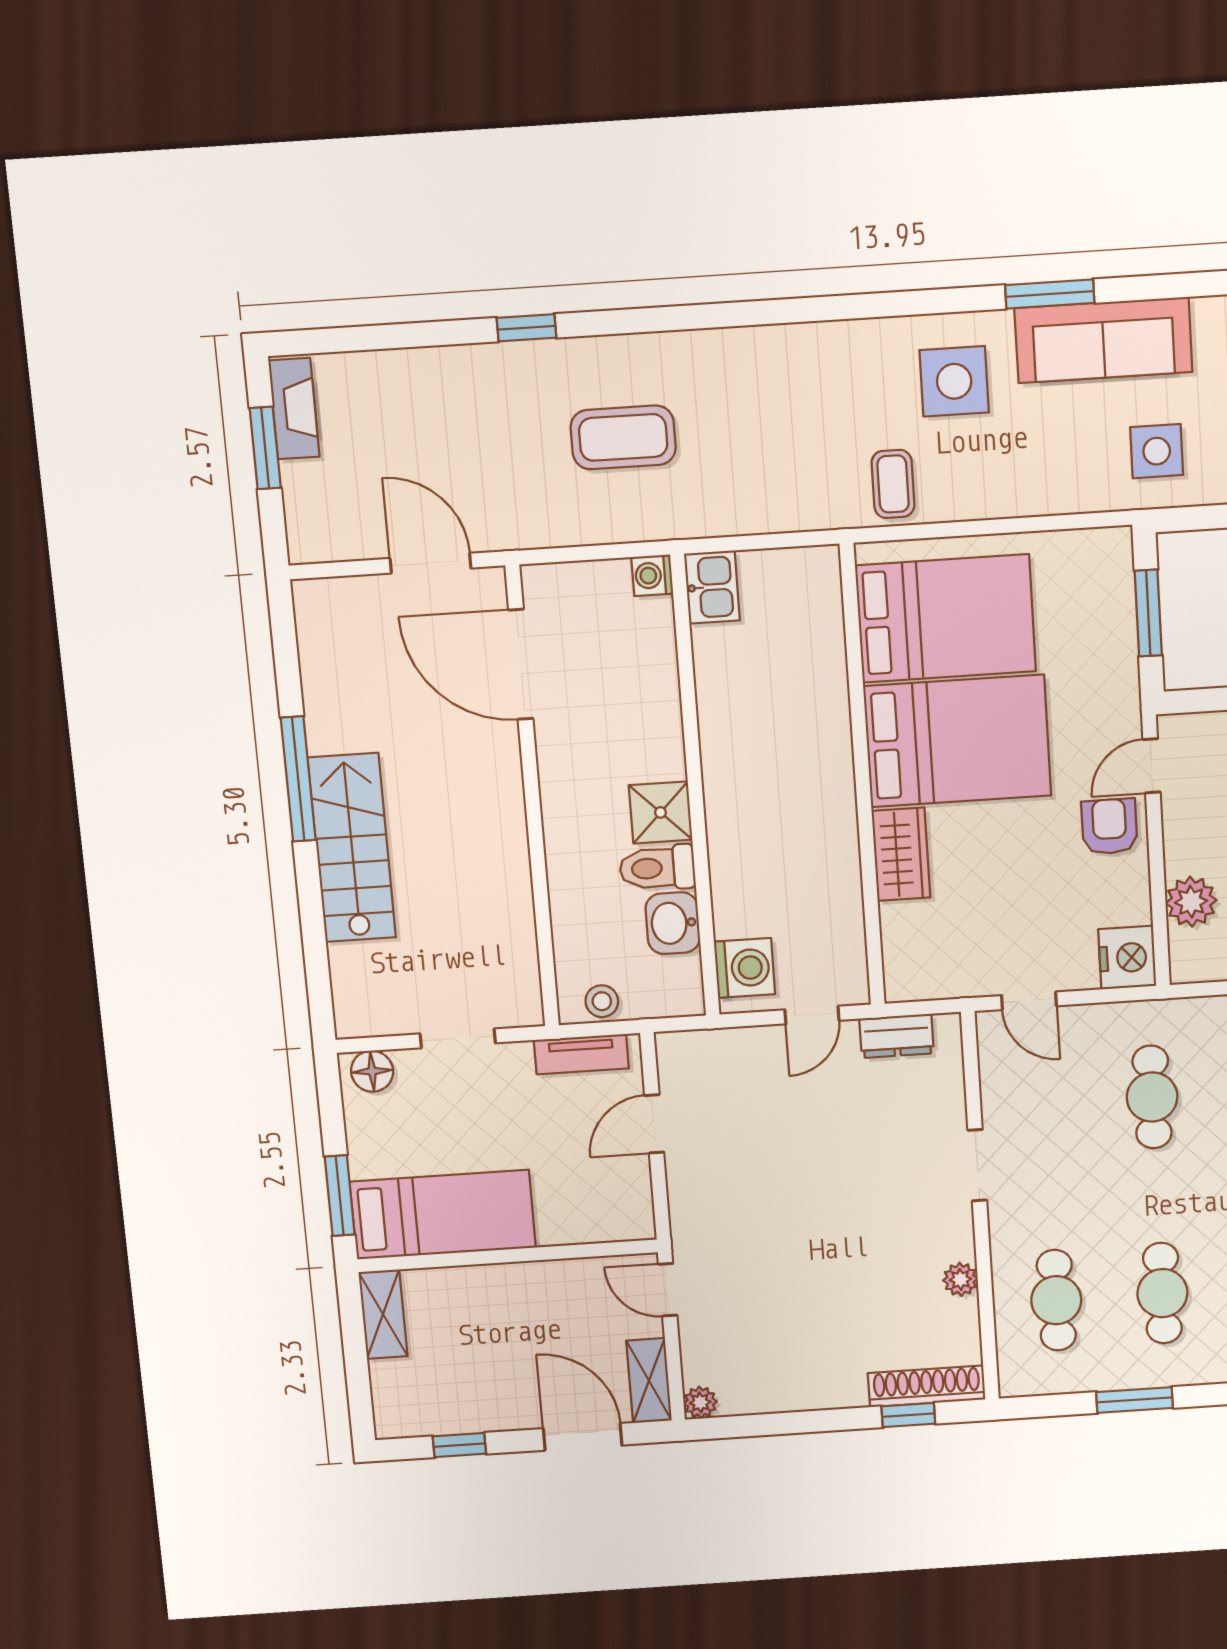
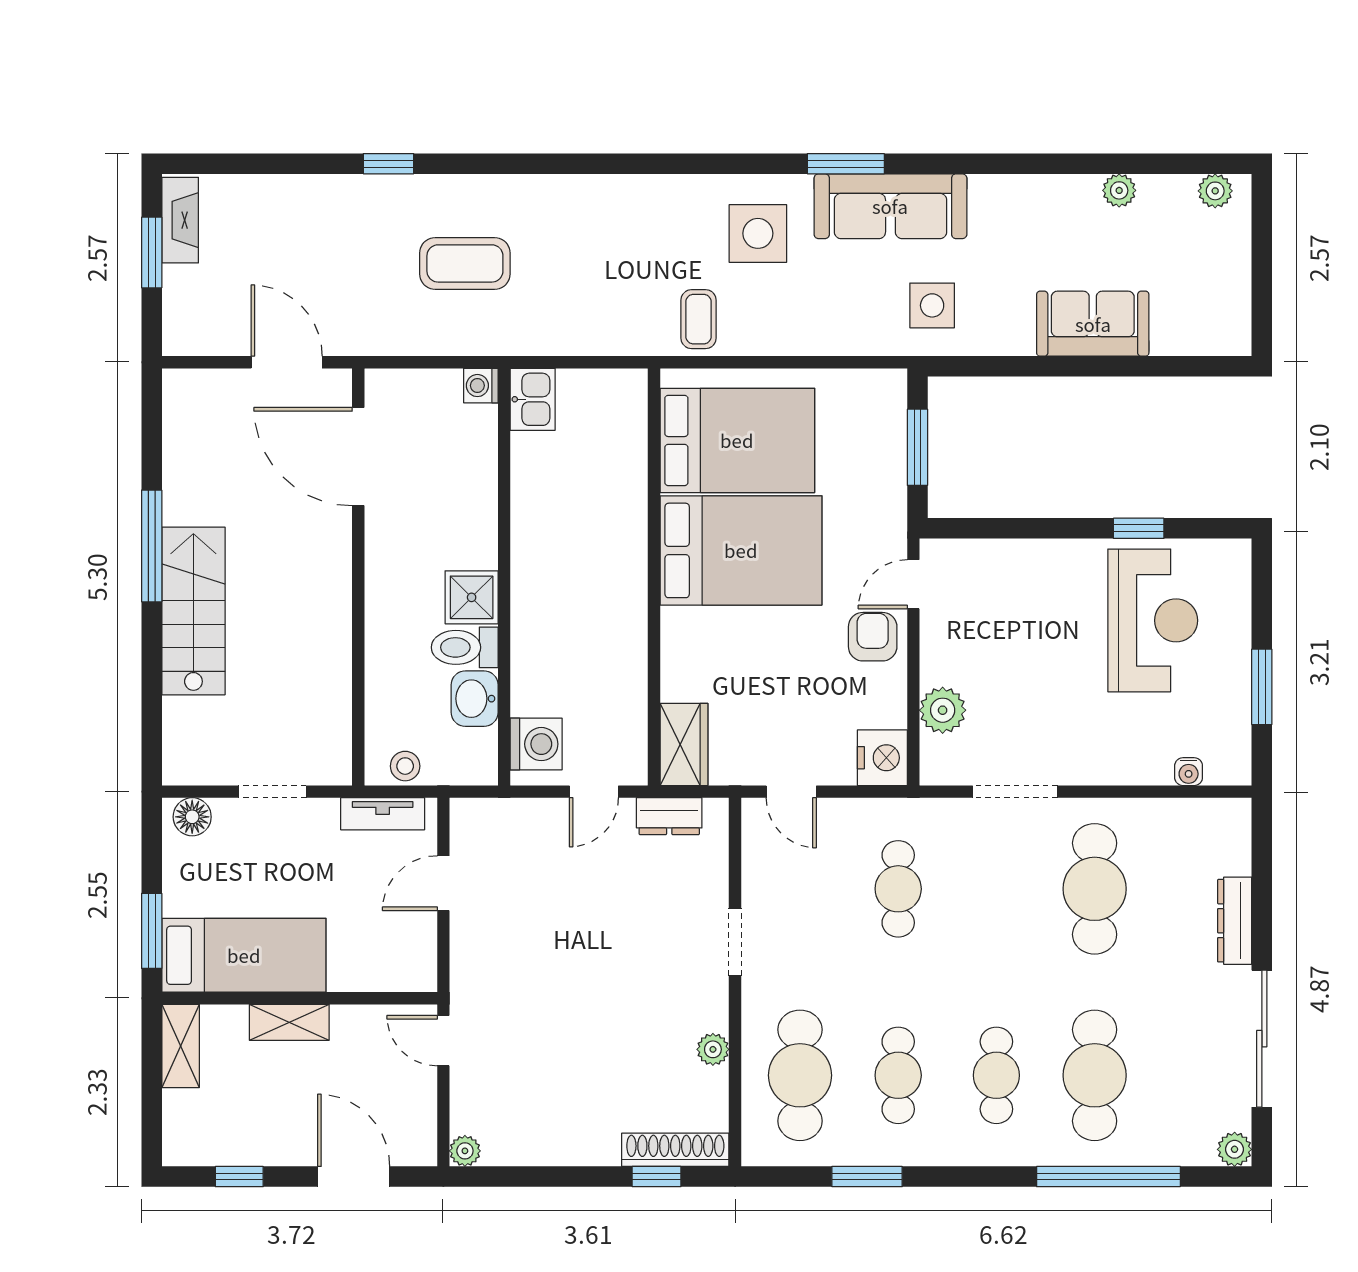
wardrobe: (901, 854) -> (684, 744), moved
cafe table: (1056, 1300) -> (800, 1075), width x1.37, depth x1.35
shelving: (649, 1381) -> (289, 1022), moved, turned 90

